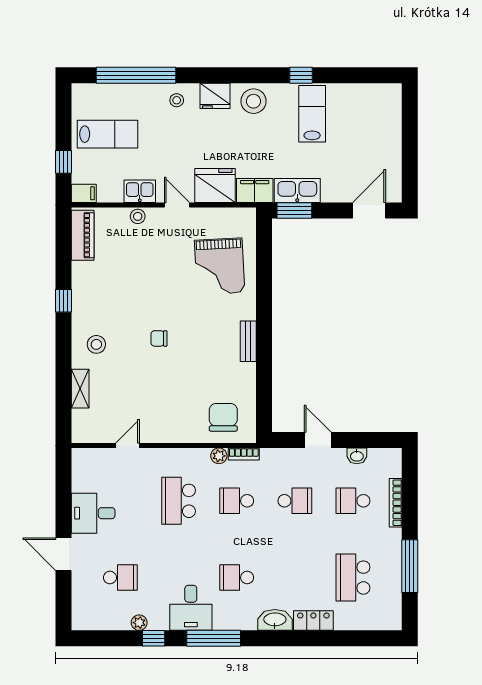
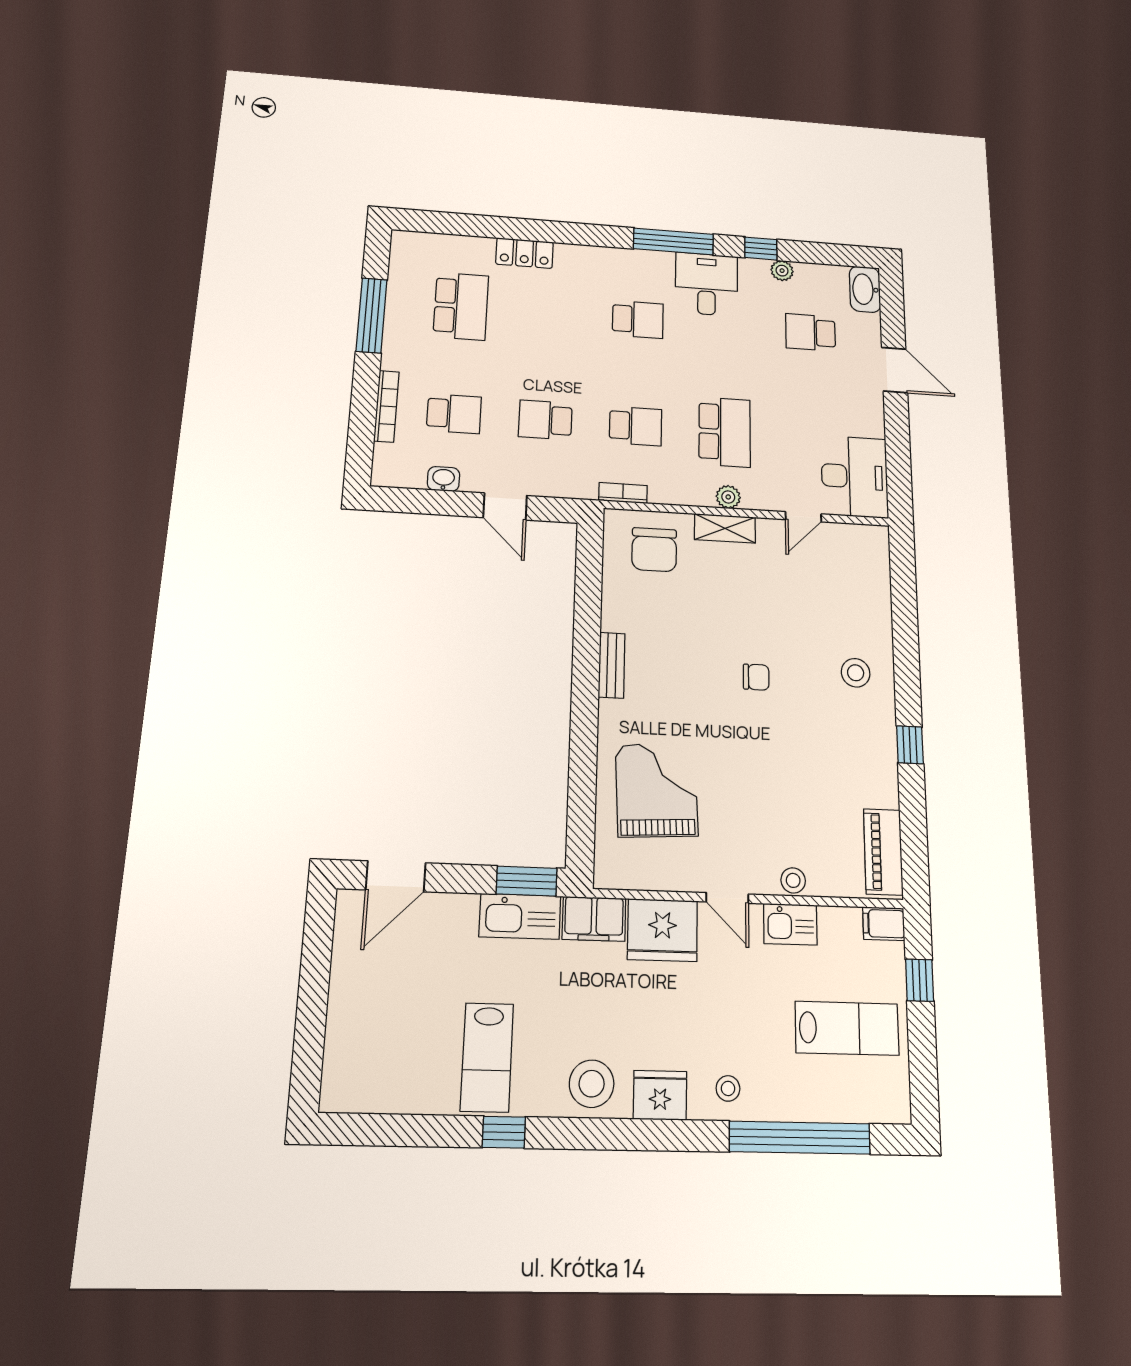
lab bench: (108, 134) -> (847, 1028), turned 180
shelving: (80, 389) -> (725, 528), moved, turned 90
plant: (219, 456) -> (728, 497), moved
desk: (93, 513) -> (855, 477), moved, width x1.37
washbasin: (275, 620) -> (865, 289), moved, turned 90

